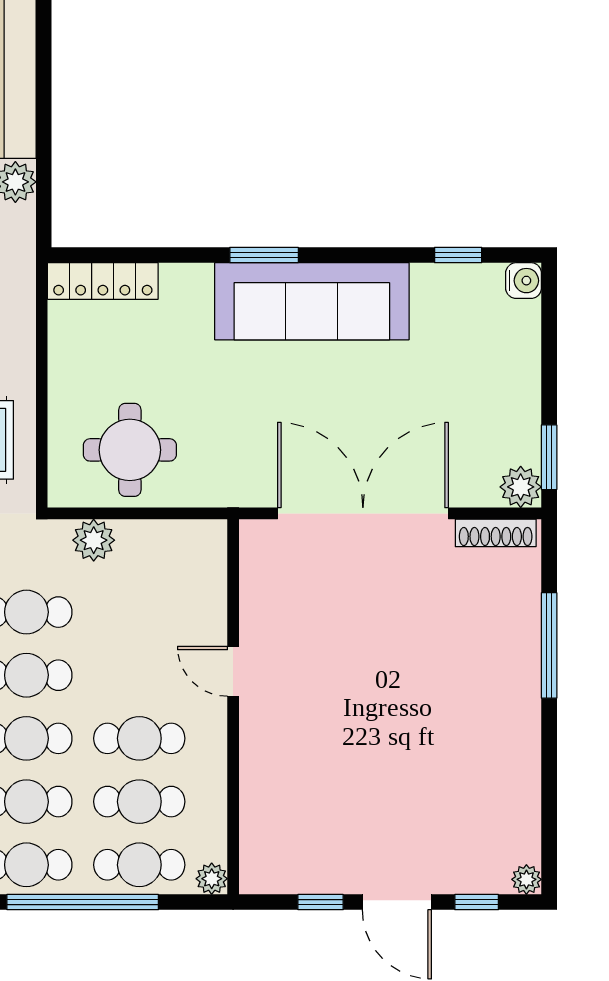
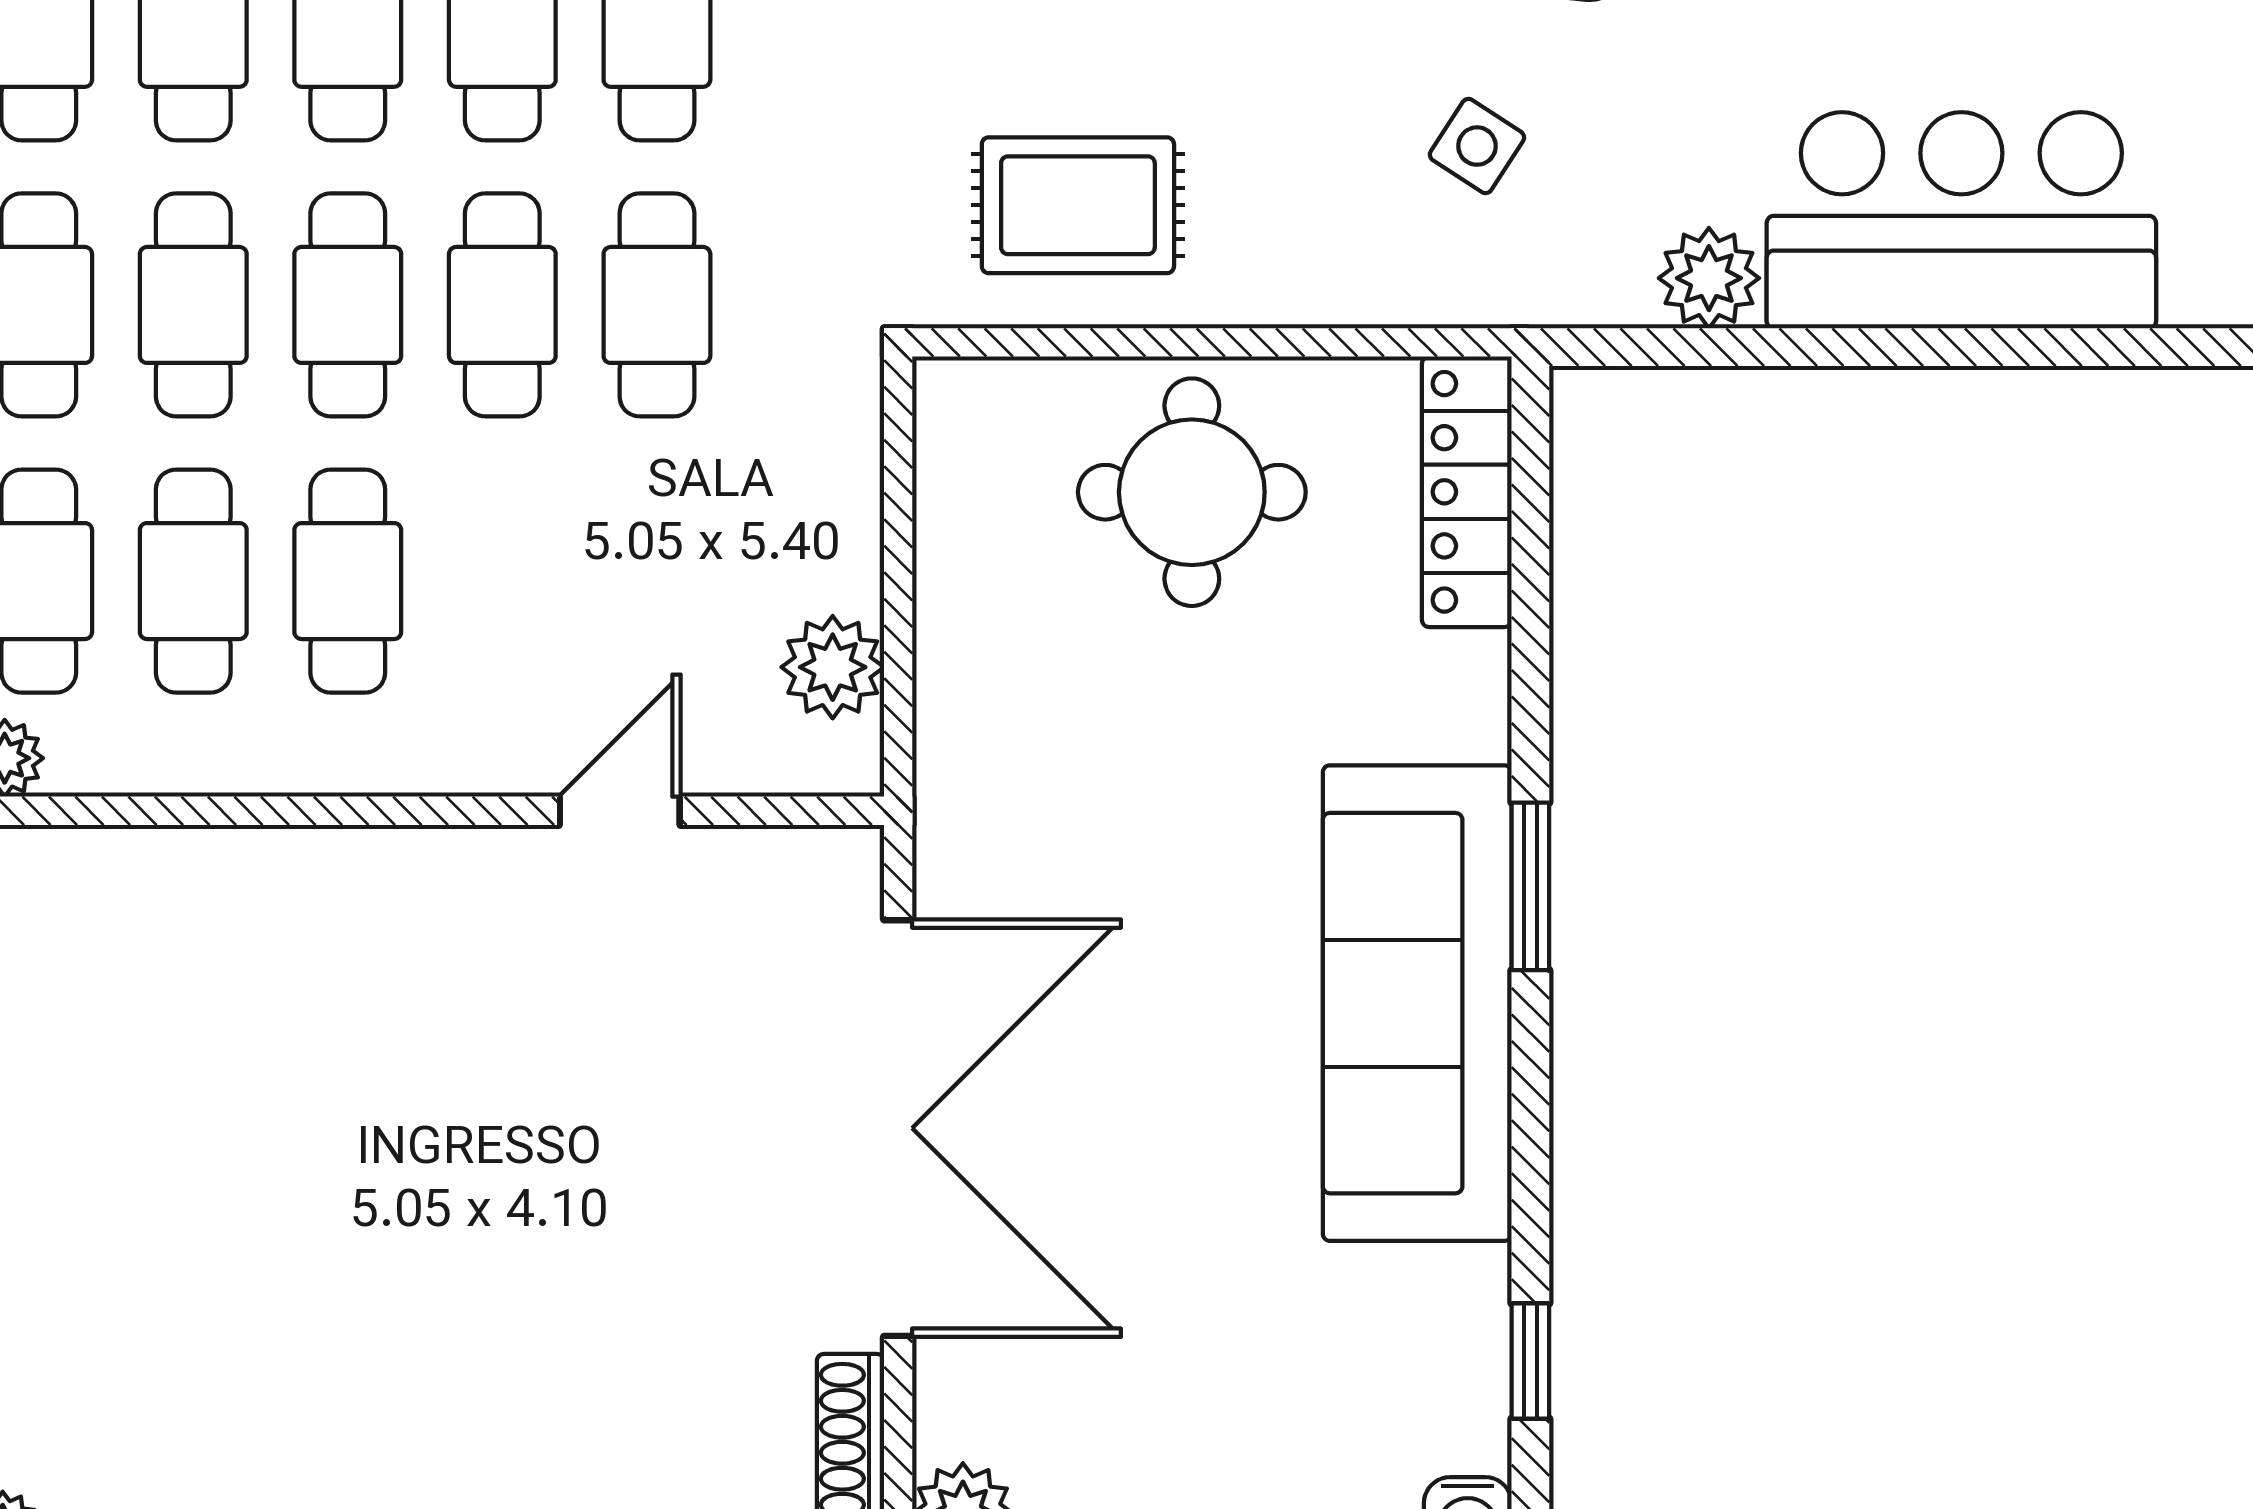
round table: (130, 450) -> (1192, 492), moved
plant: (94, 540) -> (833, 667), moved
door: (233, 671) -> (620, 811), moved

